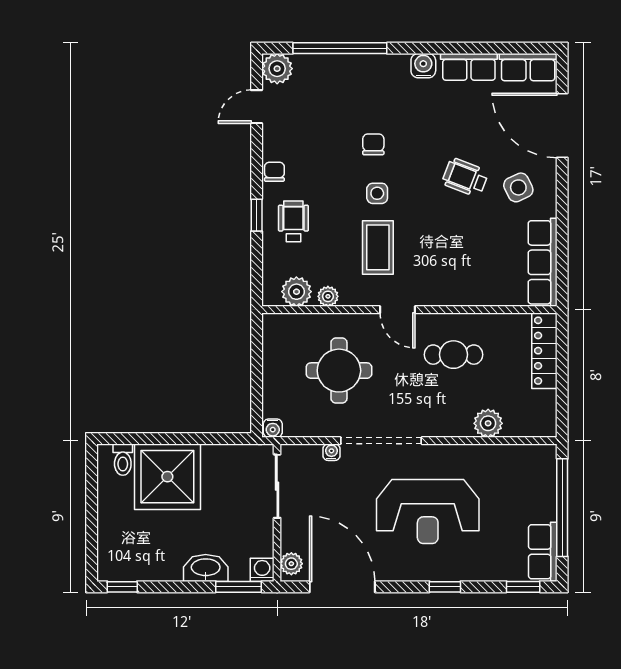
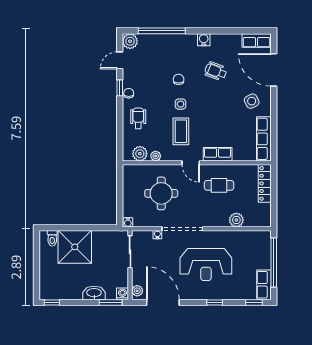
row of seats: (469, 67) -> (218, 154), moved, turned 180
wheelchair: (465, 177) -> (216, 71), moved
window: (257, 215) -> (120, 88), moved

